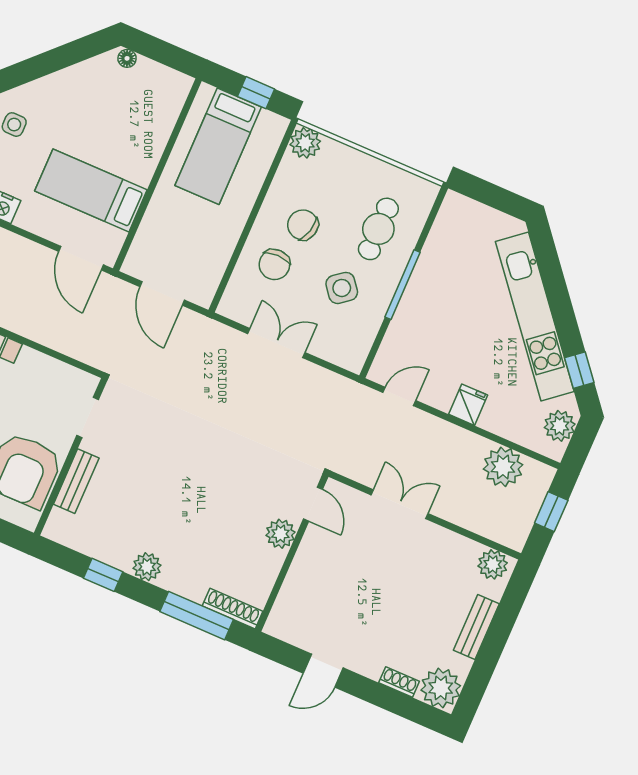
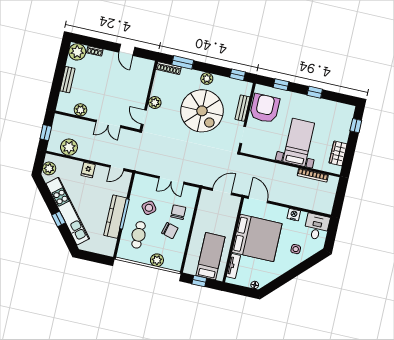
tv unit: (169, 113) -> (233, 266), added
plant: (305, 143) -> (157, 260), moved
bed: (91, 190) -> (257, 238), width x2.04
kitchen counter: (425, 282) -> (115, 217), added
door: (162, 293) -> (222, 192), hinge flipped
window: (579, 370) -> (59, 219), moved
spiral stairs: (173, 493) -> (202, 111), added
plant: (493, 564) -> (81, 110), moved
window: (103, 575) -> (238, 75), moved
window: (197, 616) -> (183, 62), width x0.69
door: (323, 671) -> (127, 50), swing flipped

